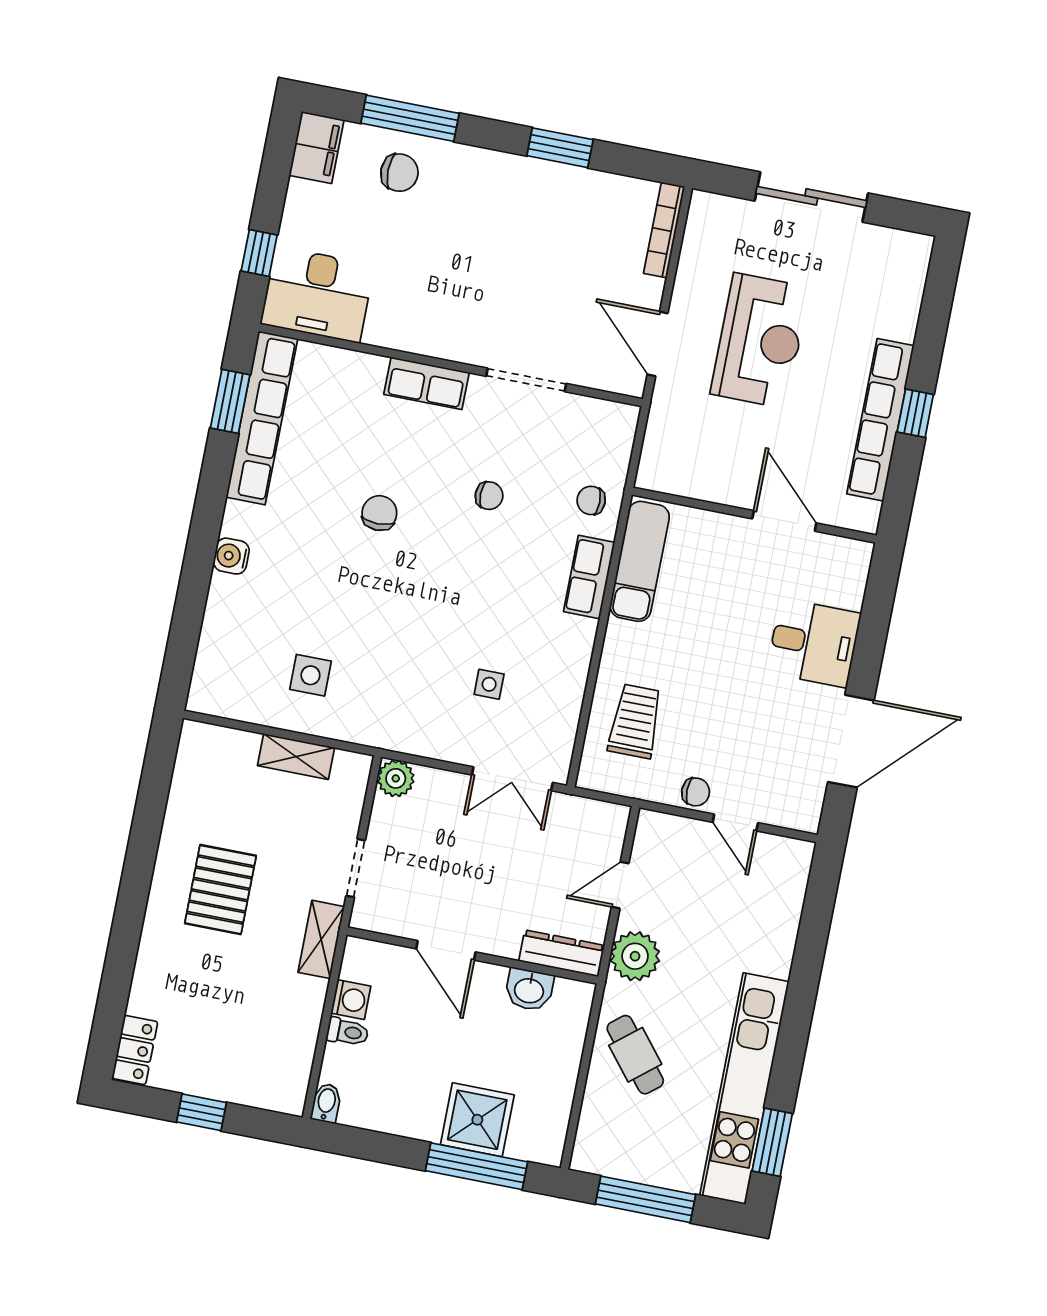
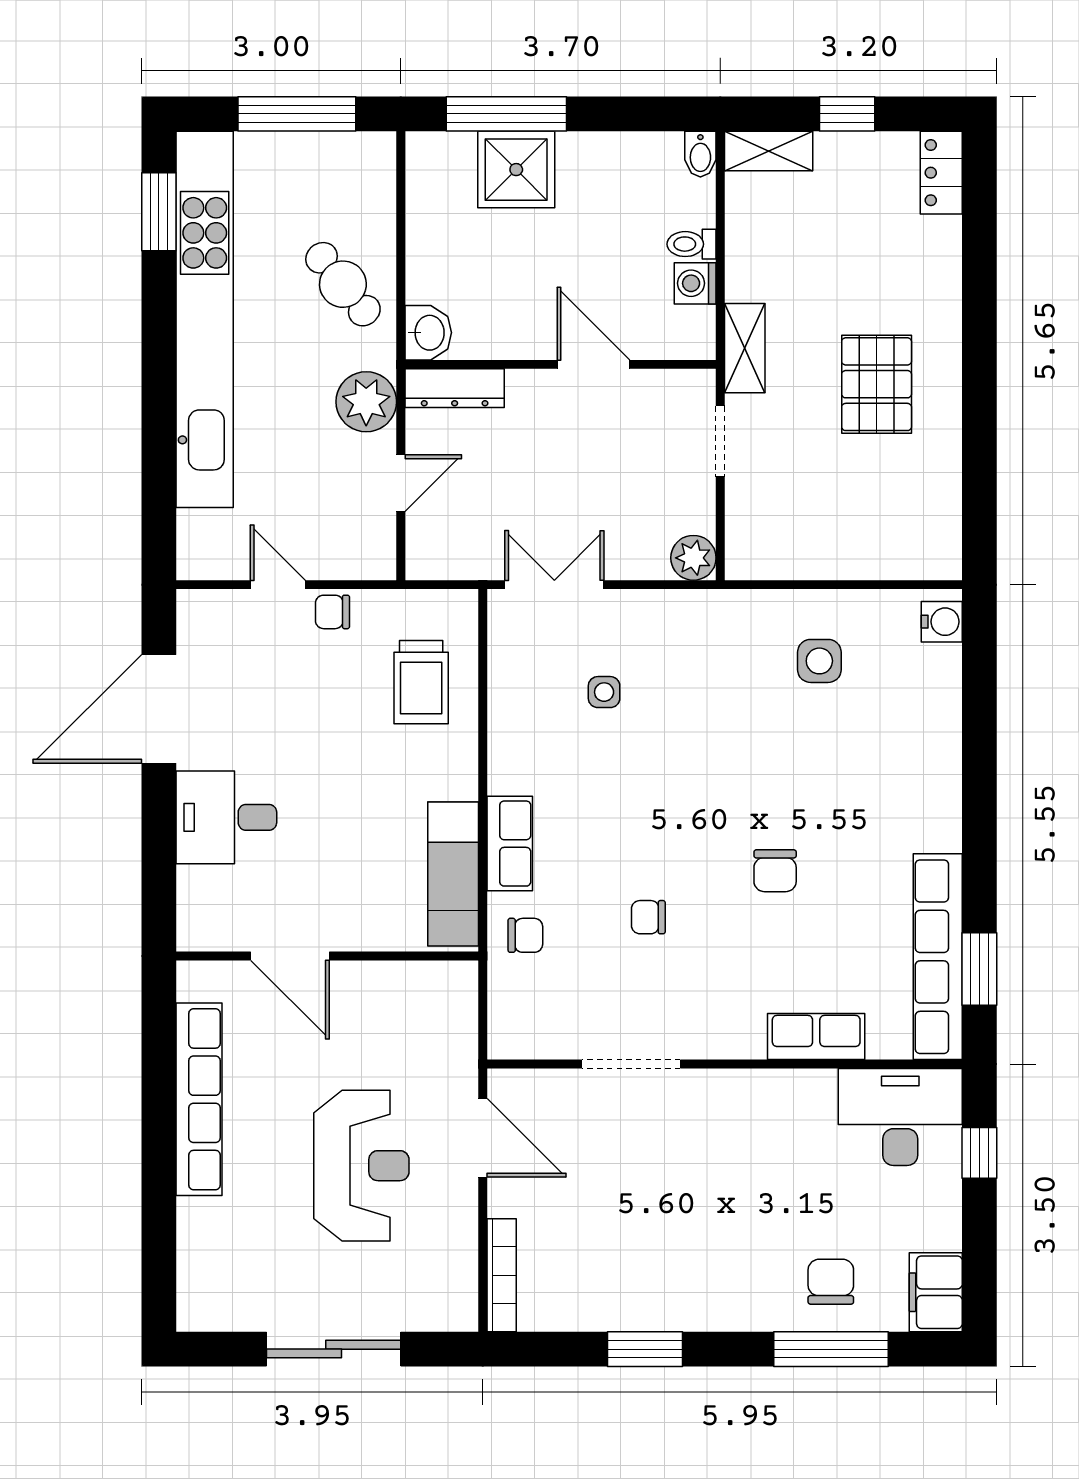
chair: (399, 173) -> (831, 1282), turned 90
reception desk: (760, 341) -> (361, 1166), turned 180
row of seats: (426, 383) -> (816, 1037), moved
window: (915, 413) -> (159, 1115), removed
water cooler: (231, 556) -> (942, 622), moved
shelving: (296, 757) -> (769, 151), moved
washbasin: (529, 990) -> (428, 333), moved, turned 90
kitchen unit: (744, 1089) -> (205, 319), width x1.36

